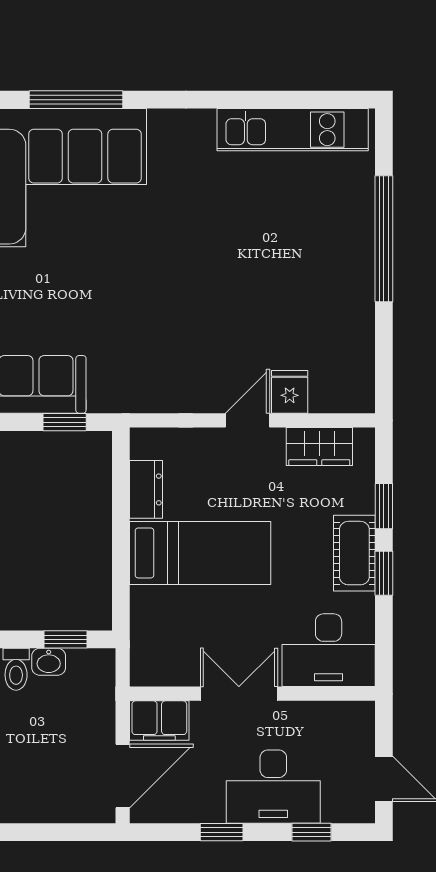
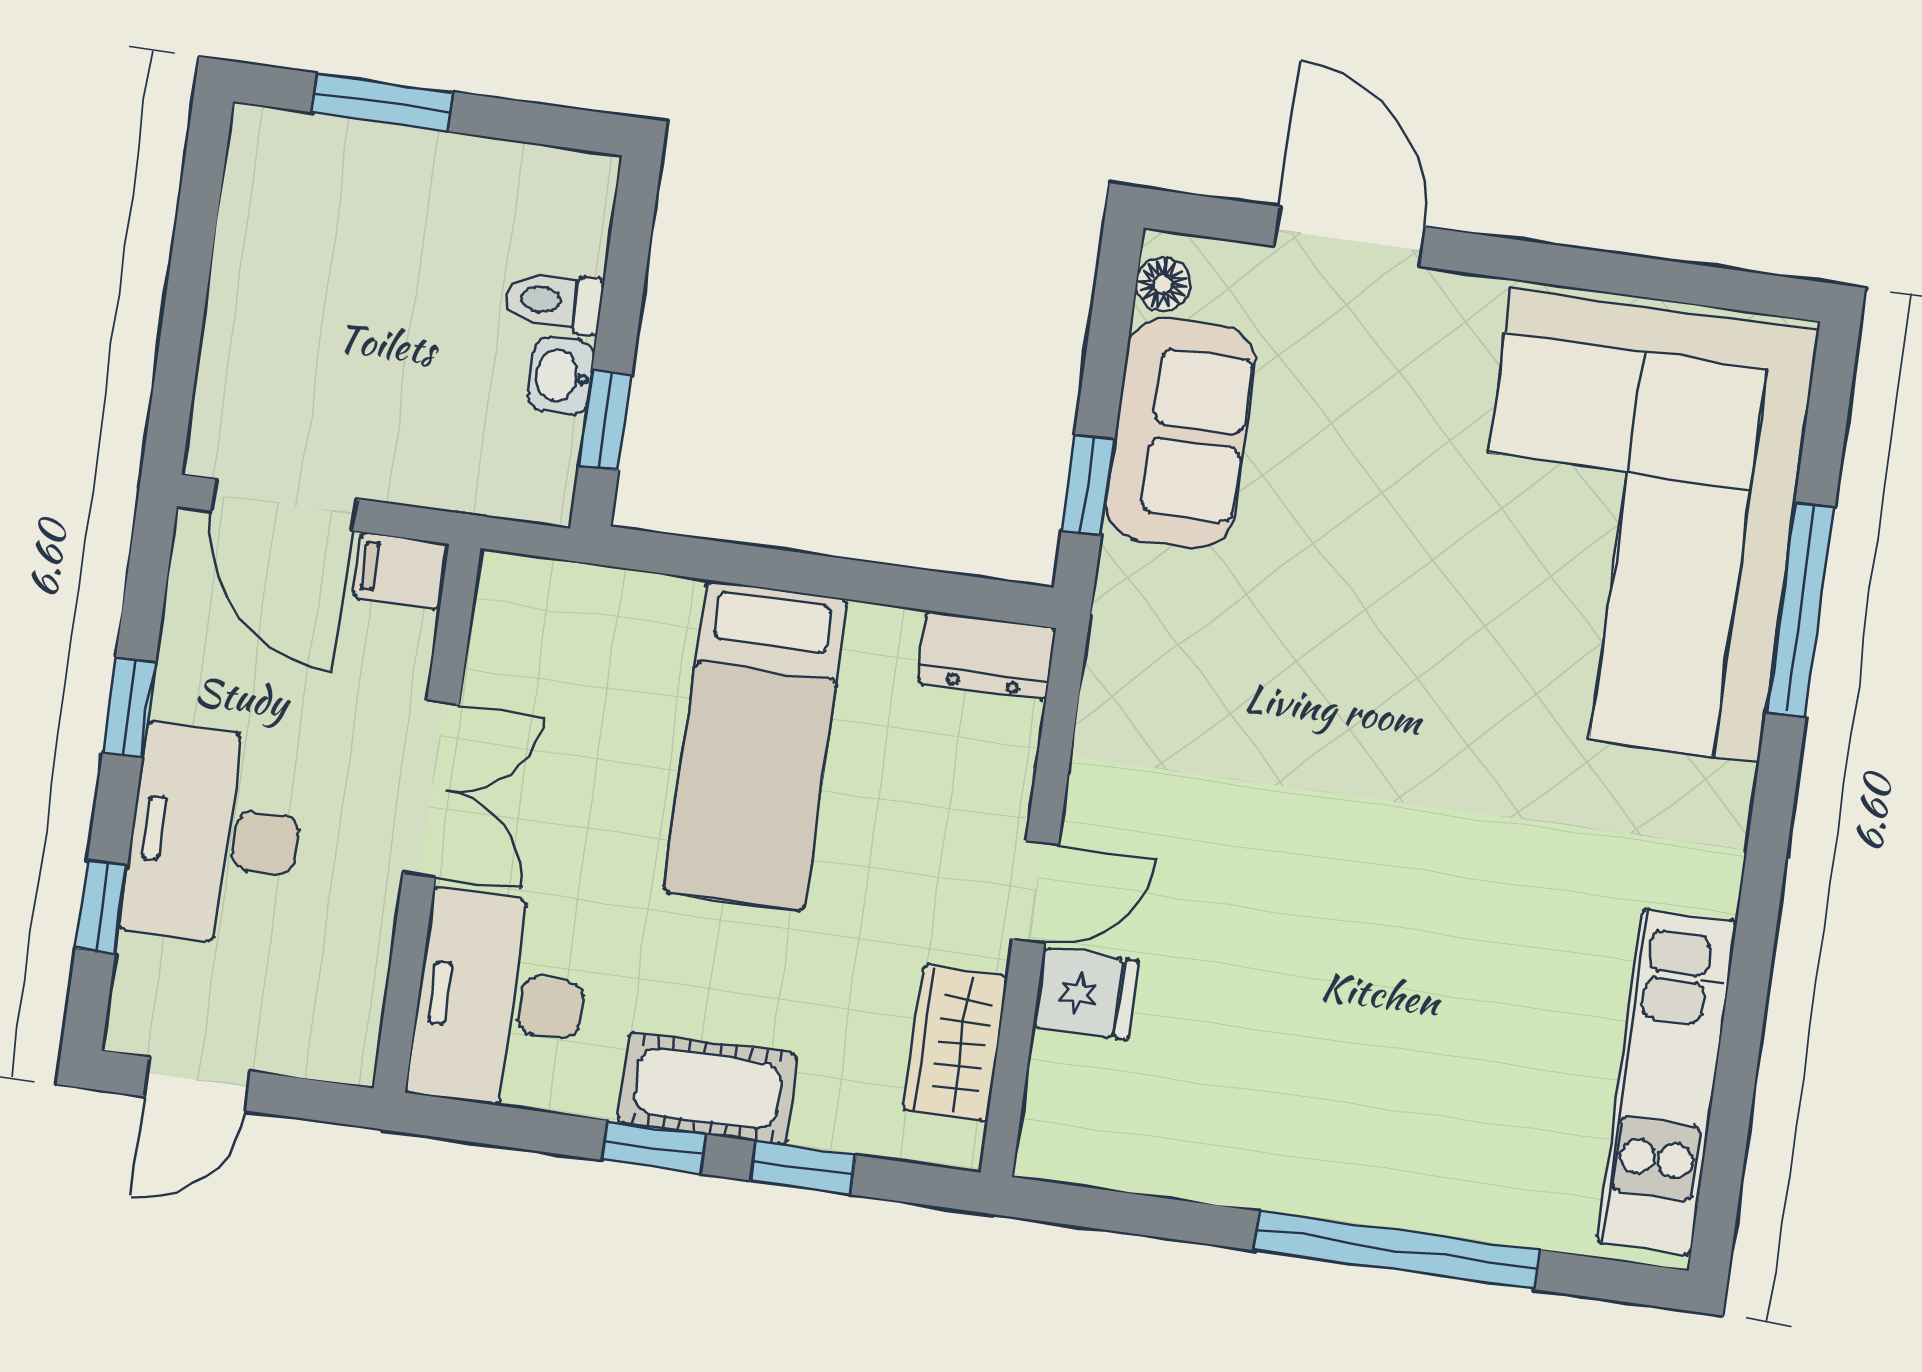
door: (248, 420) -> (1035, 892), hinge flipped
dresser: (146, 489) -> (987, 655), moved
filing cabinet: (159, 720) -> (401, 571), width x0.50

